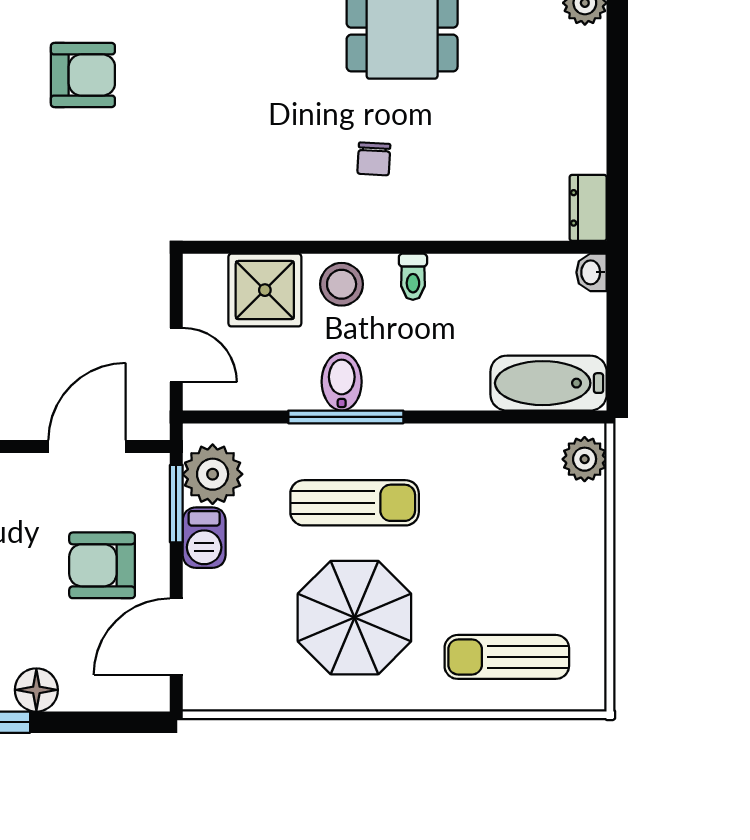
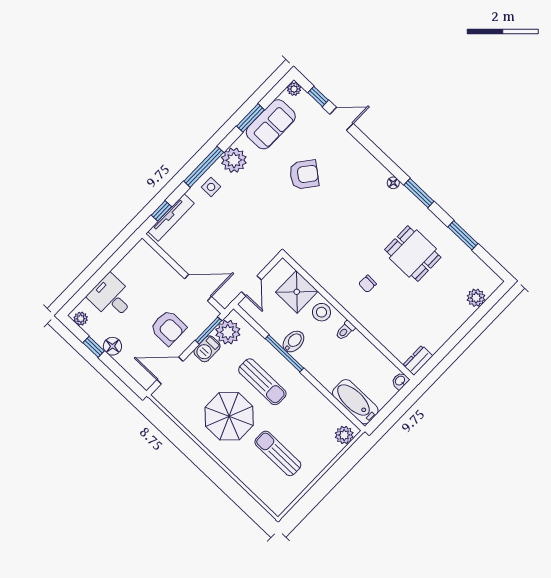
armchair: (83, 75) -> (304, 174), turned -52
armchair: (102, 565) -> (168, 328), turned 180
sun lounger: (507, 657) -> (278, 453), moved

